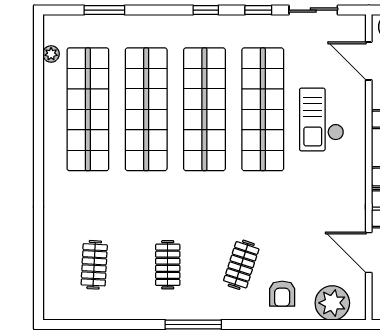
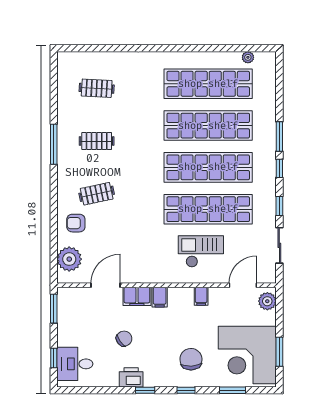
window: (104, 10) -> (279, 137), moved
clothes rail: (241, 265) -> (97, 194), turned -30
window: (193, 325) -> (54, 144), moved

